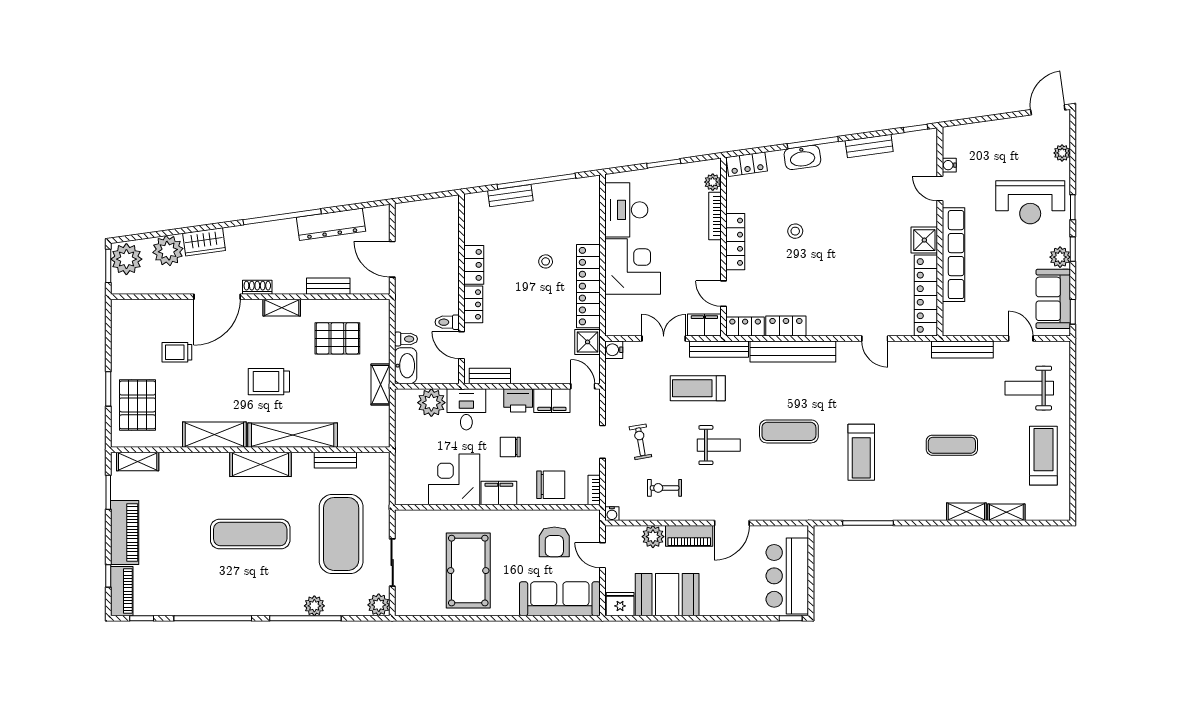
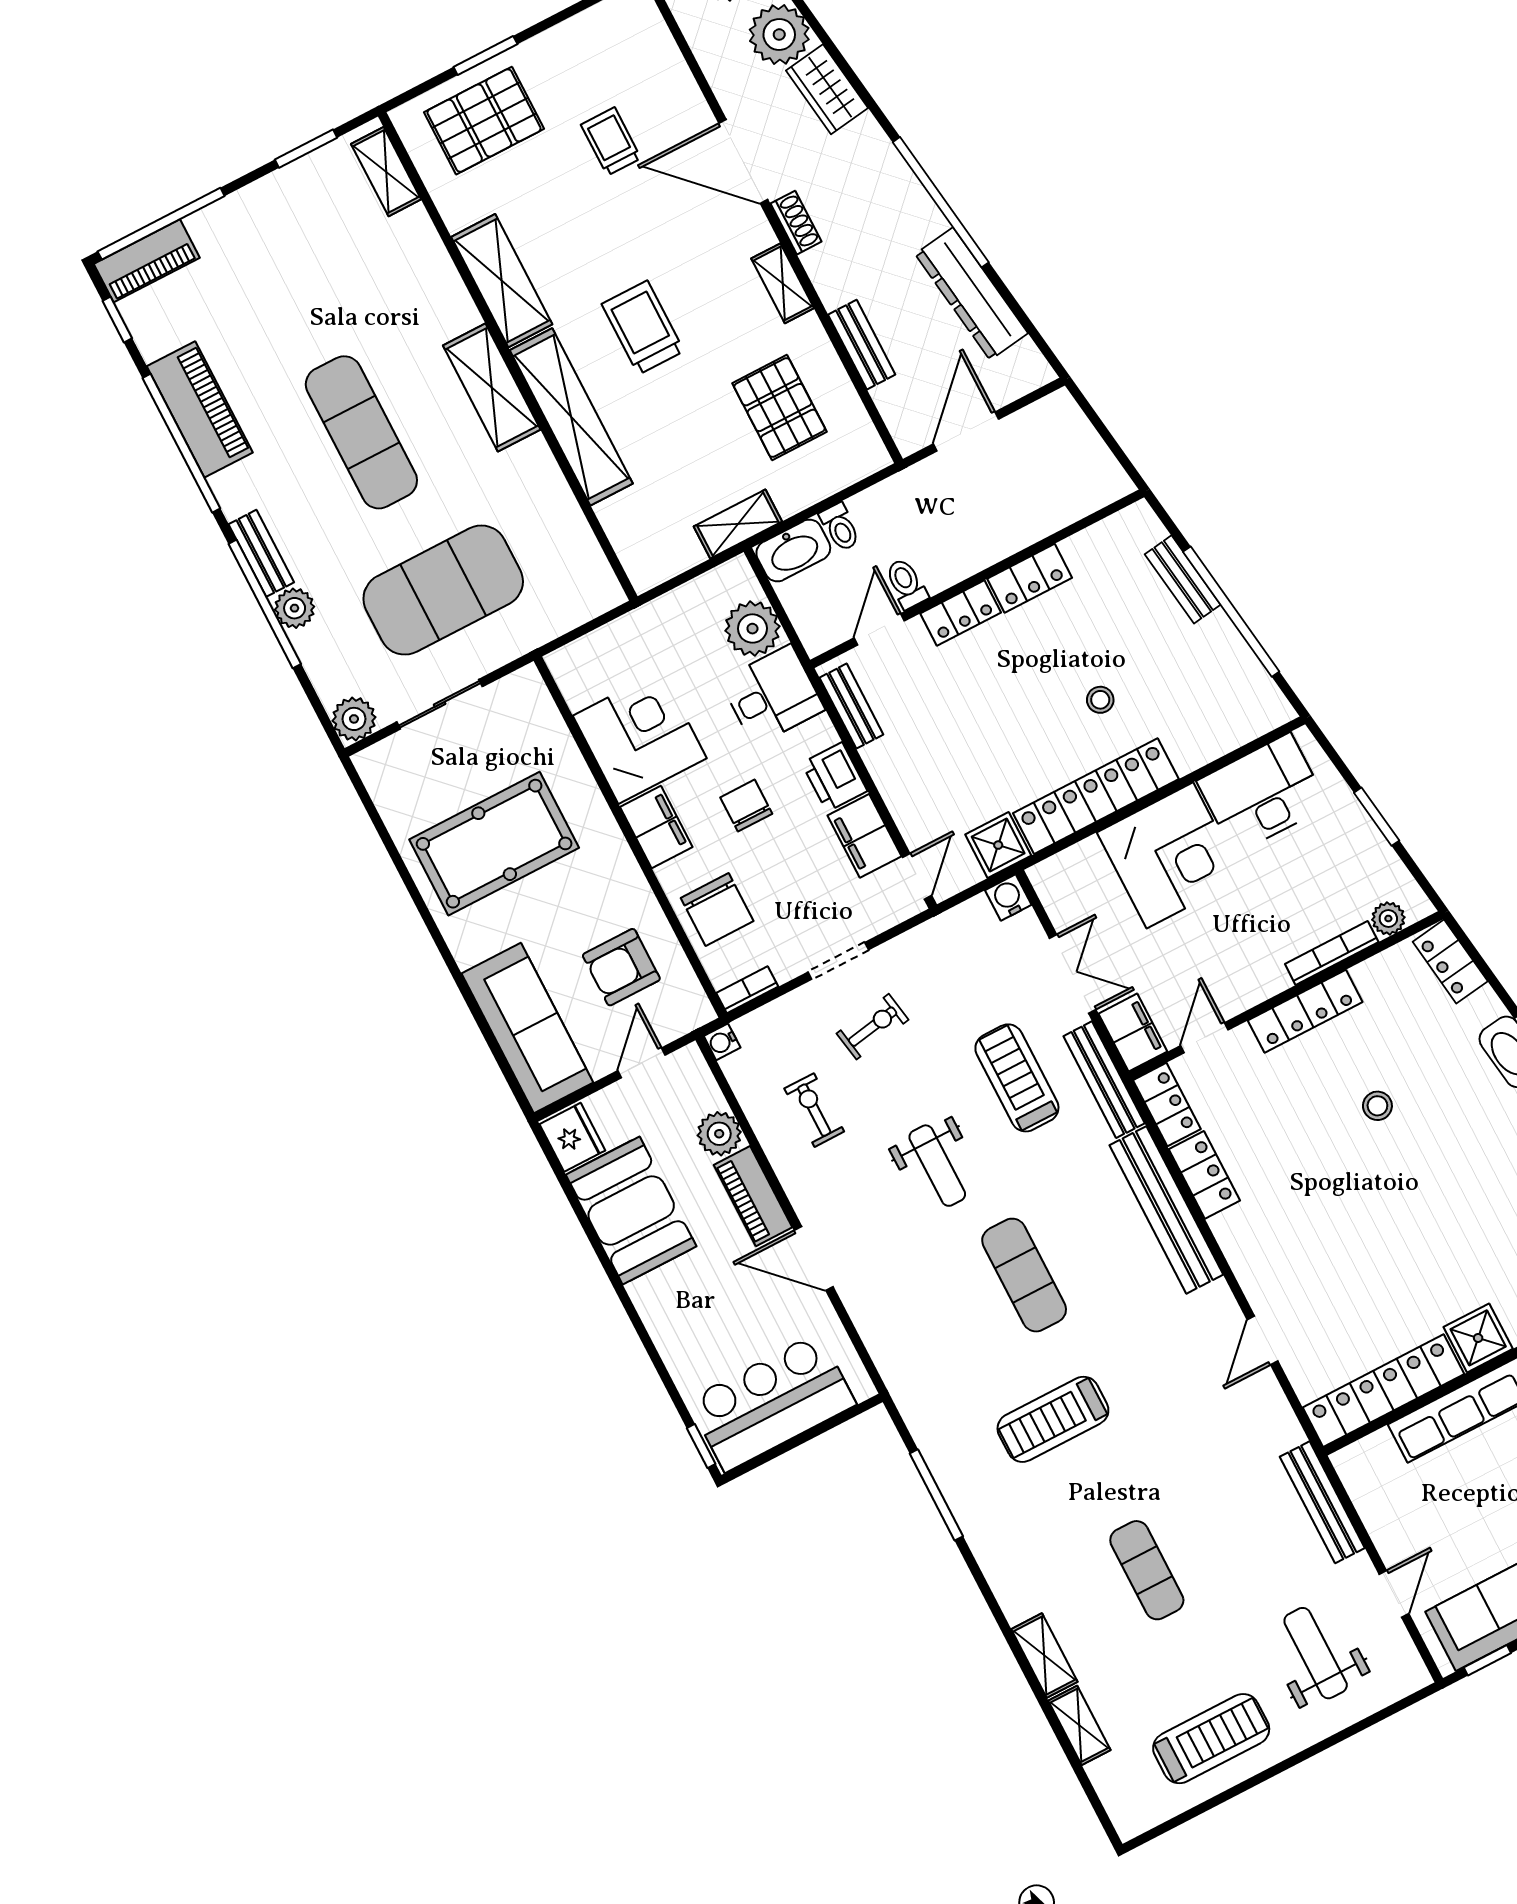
bench: (335, 460) -> (261, 553), moved
piano: (125, 533) -> (200, 409), moved, turned -90
window: (108, 576) -> (161, 224), width x3.17

